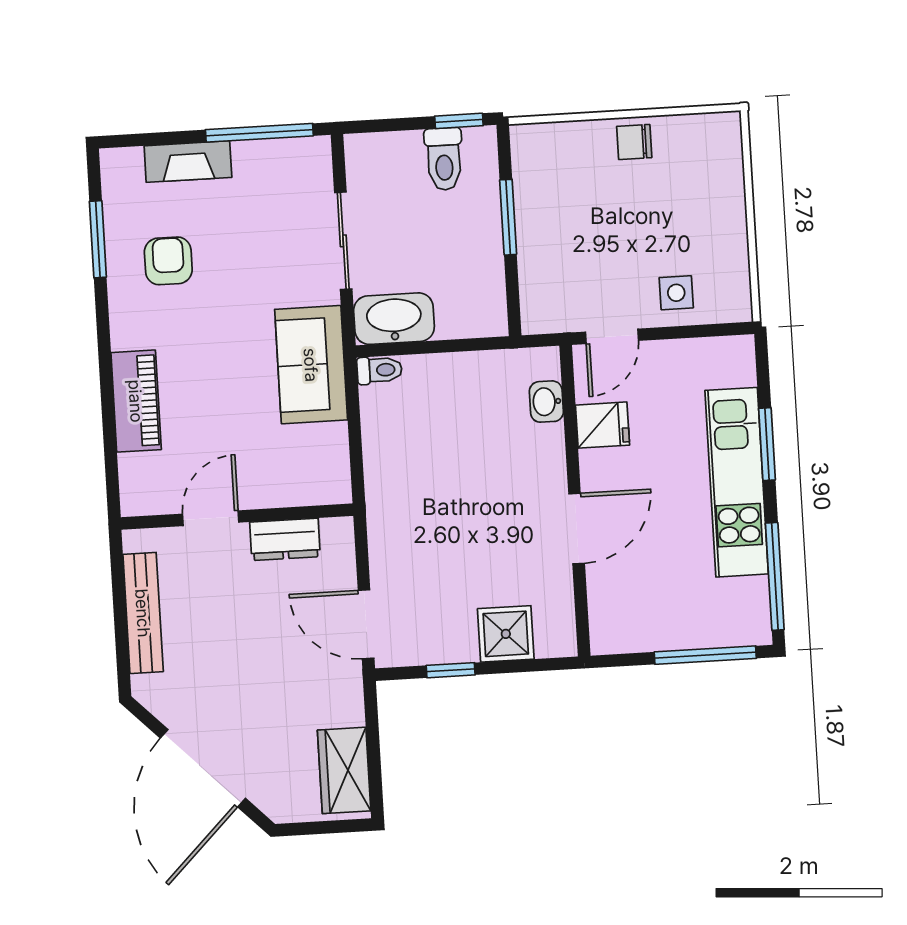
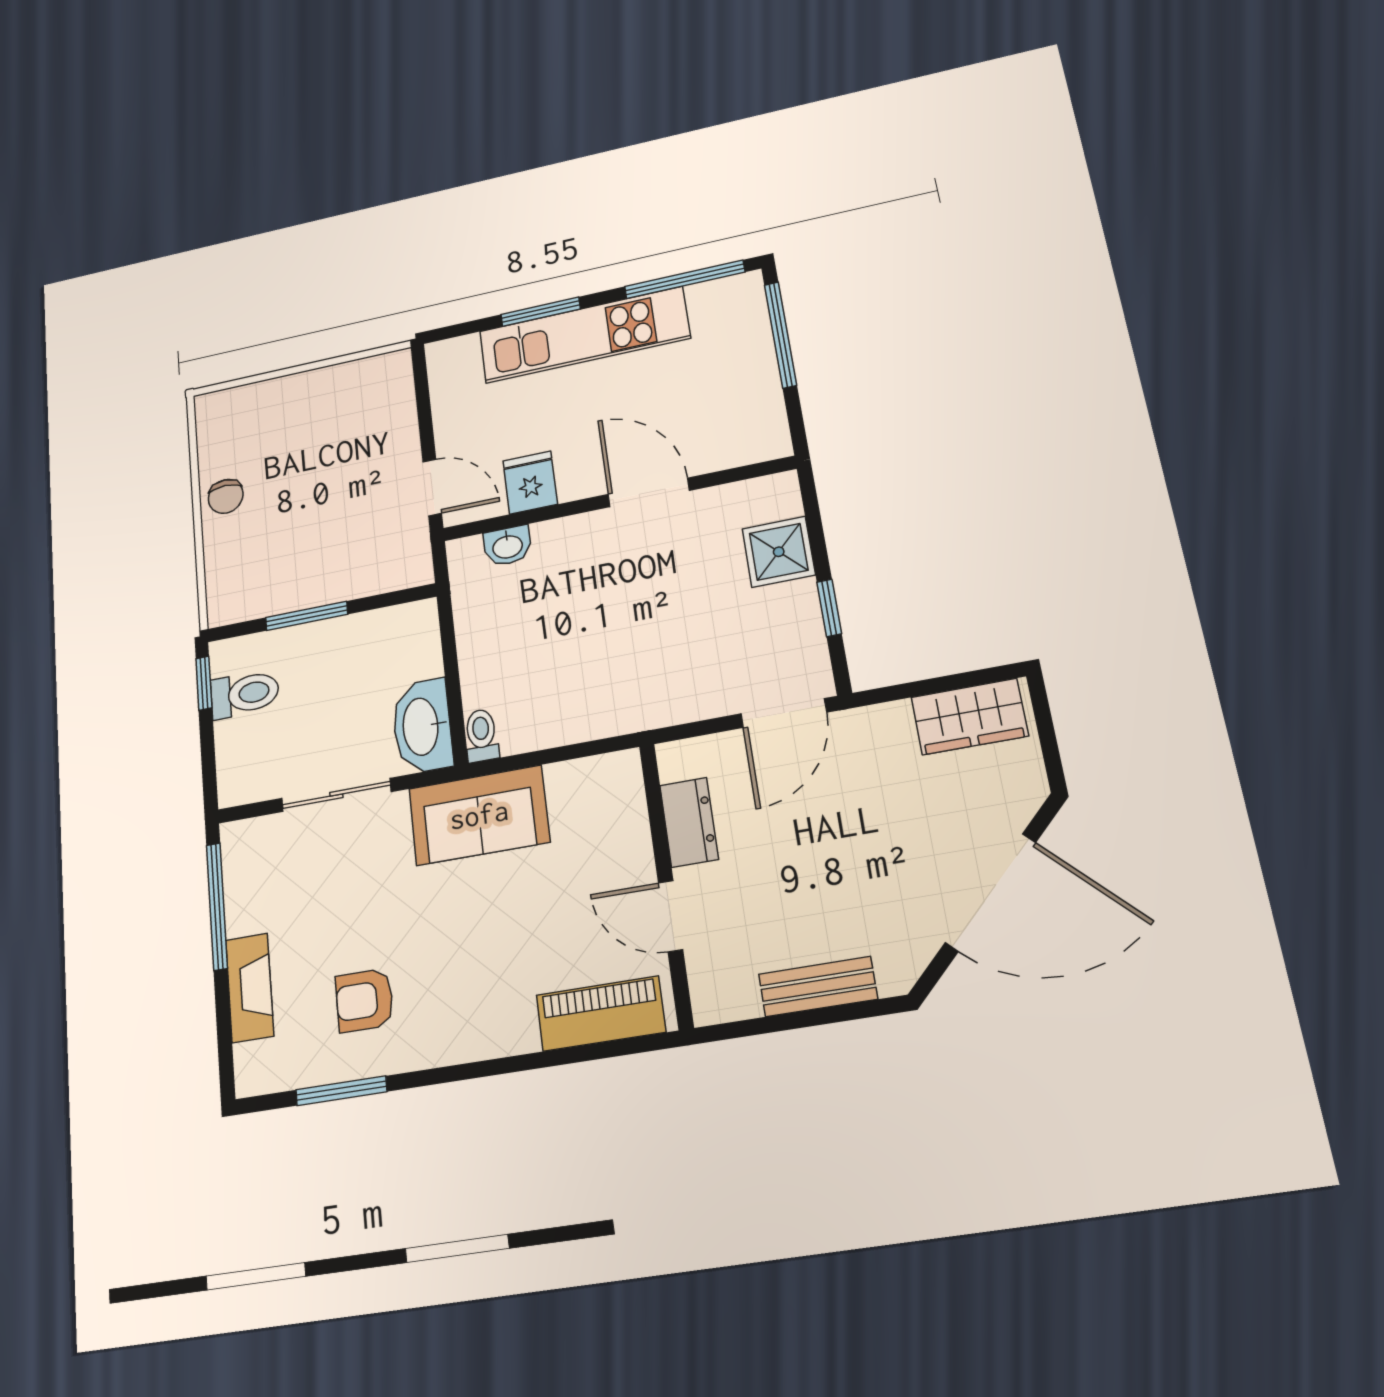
side table: (676, 293) -> (383, 429), removed
piano: (136, 401) -> (601, 1014), moved
bench: (143, 613) -> (818, 987), width x0.73

